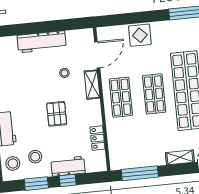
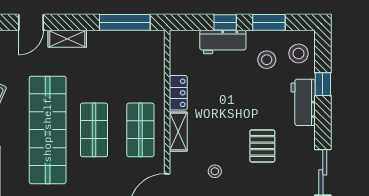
shelving: (92, 85) -> (178, 132), moved
pallet: (57, 114) -> (262, 146), moved
locker: (97, 138) -> (178, 93), moved

